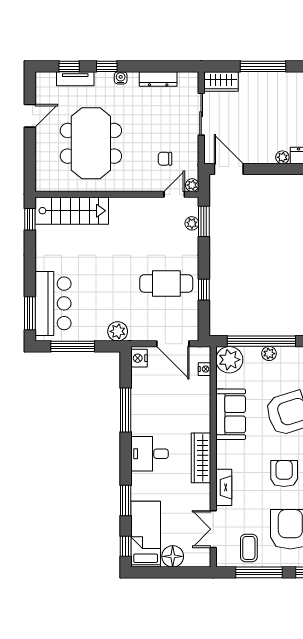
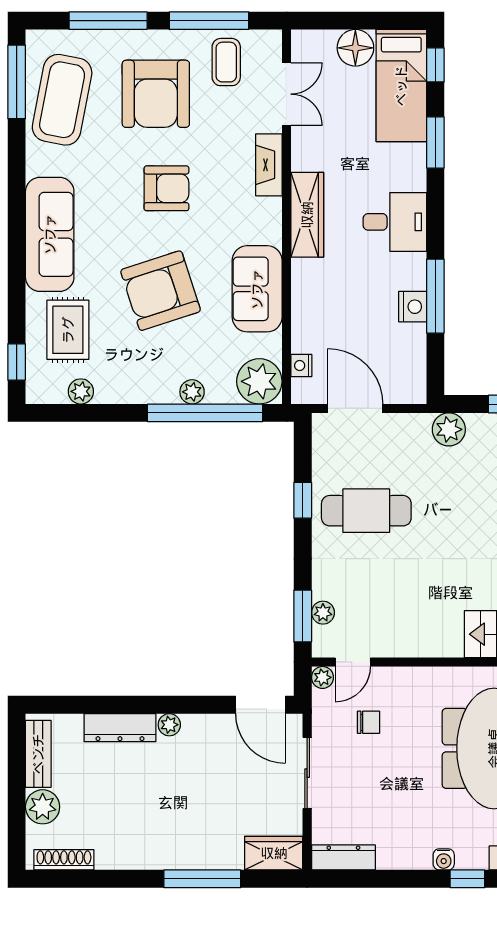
dresser: (158, 79) -> (343, 857), moved
sliding door: (201, 114) -> (307, 773), moved
nightstand: (139, 358) -> (413, 307), moved
armchair: (284, 474) -> (166, 188), turned -90

